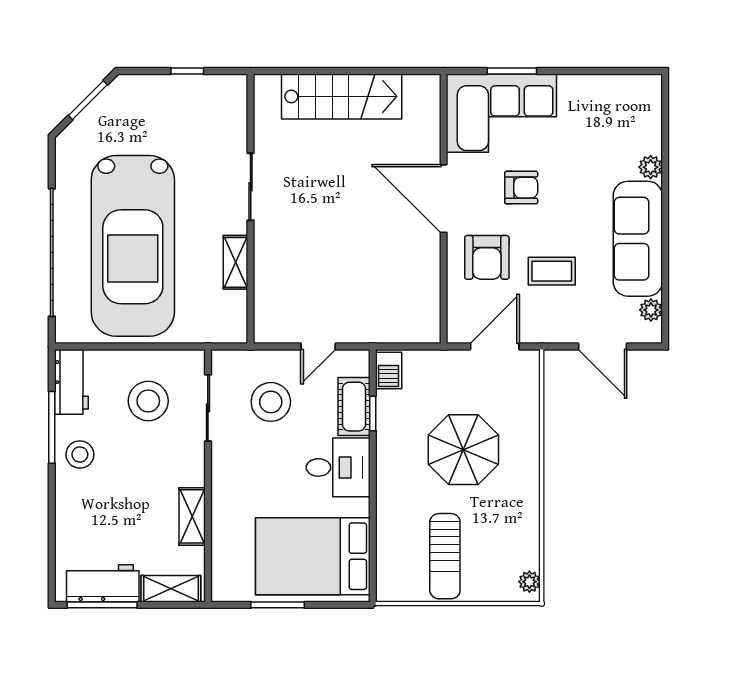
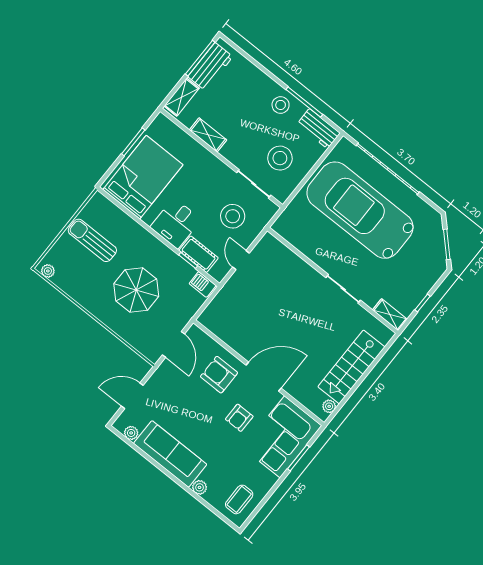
plant: (415, 85) -> (329, 406), added
shelving: (236, 262) -> (390, 315), moved
coffee table: (552, 271) -> (239, 499), moved

